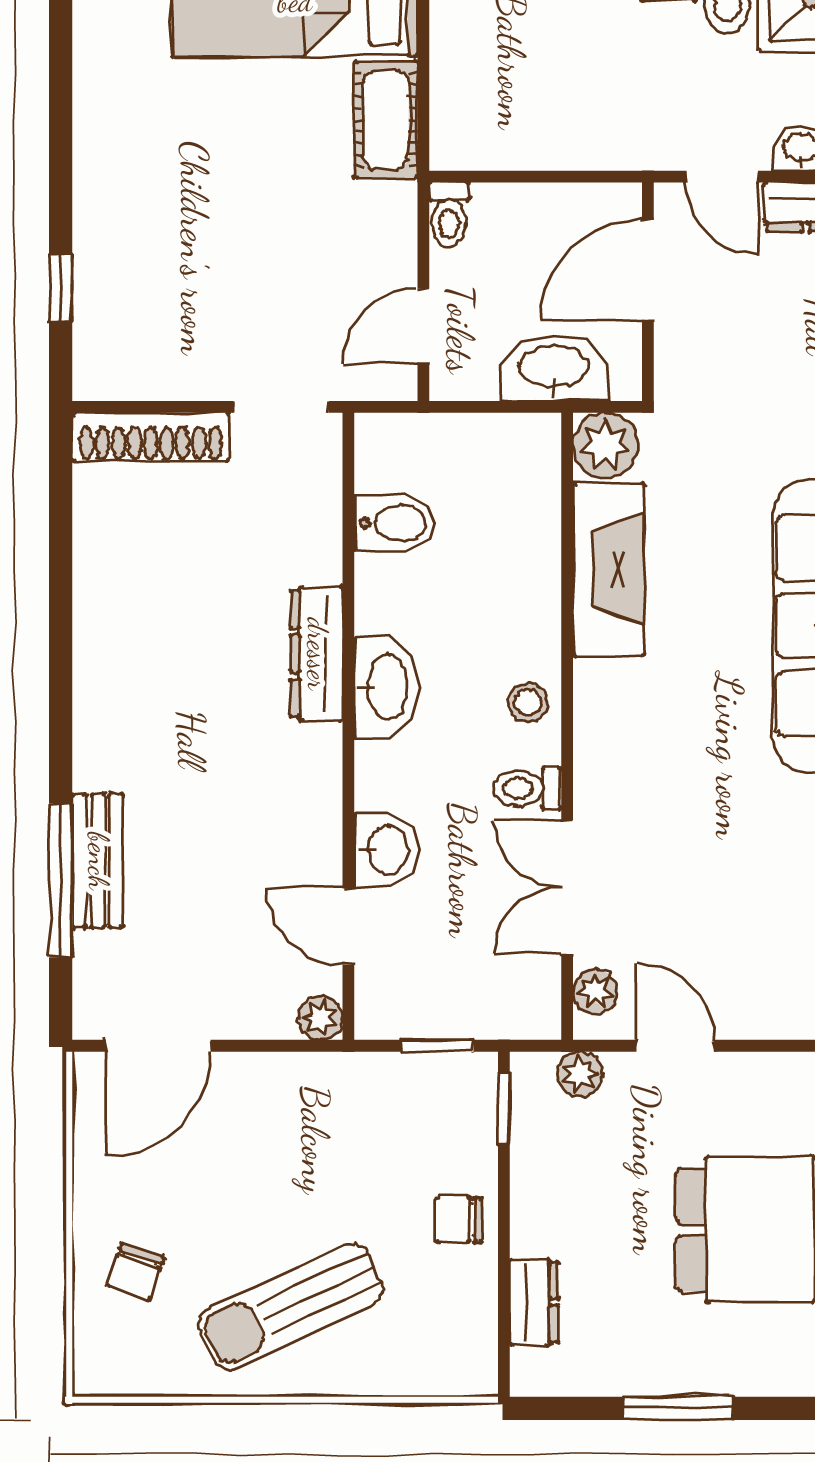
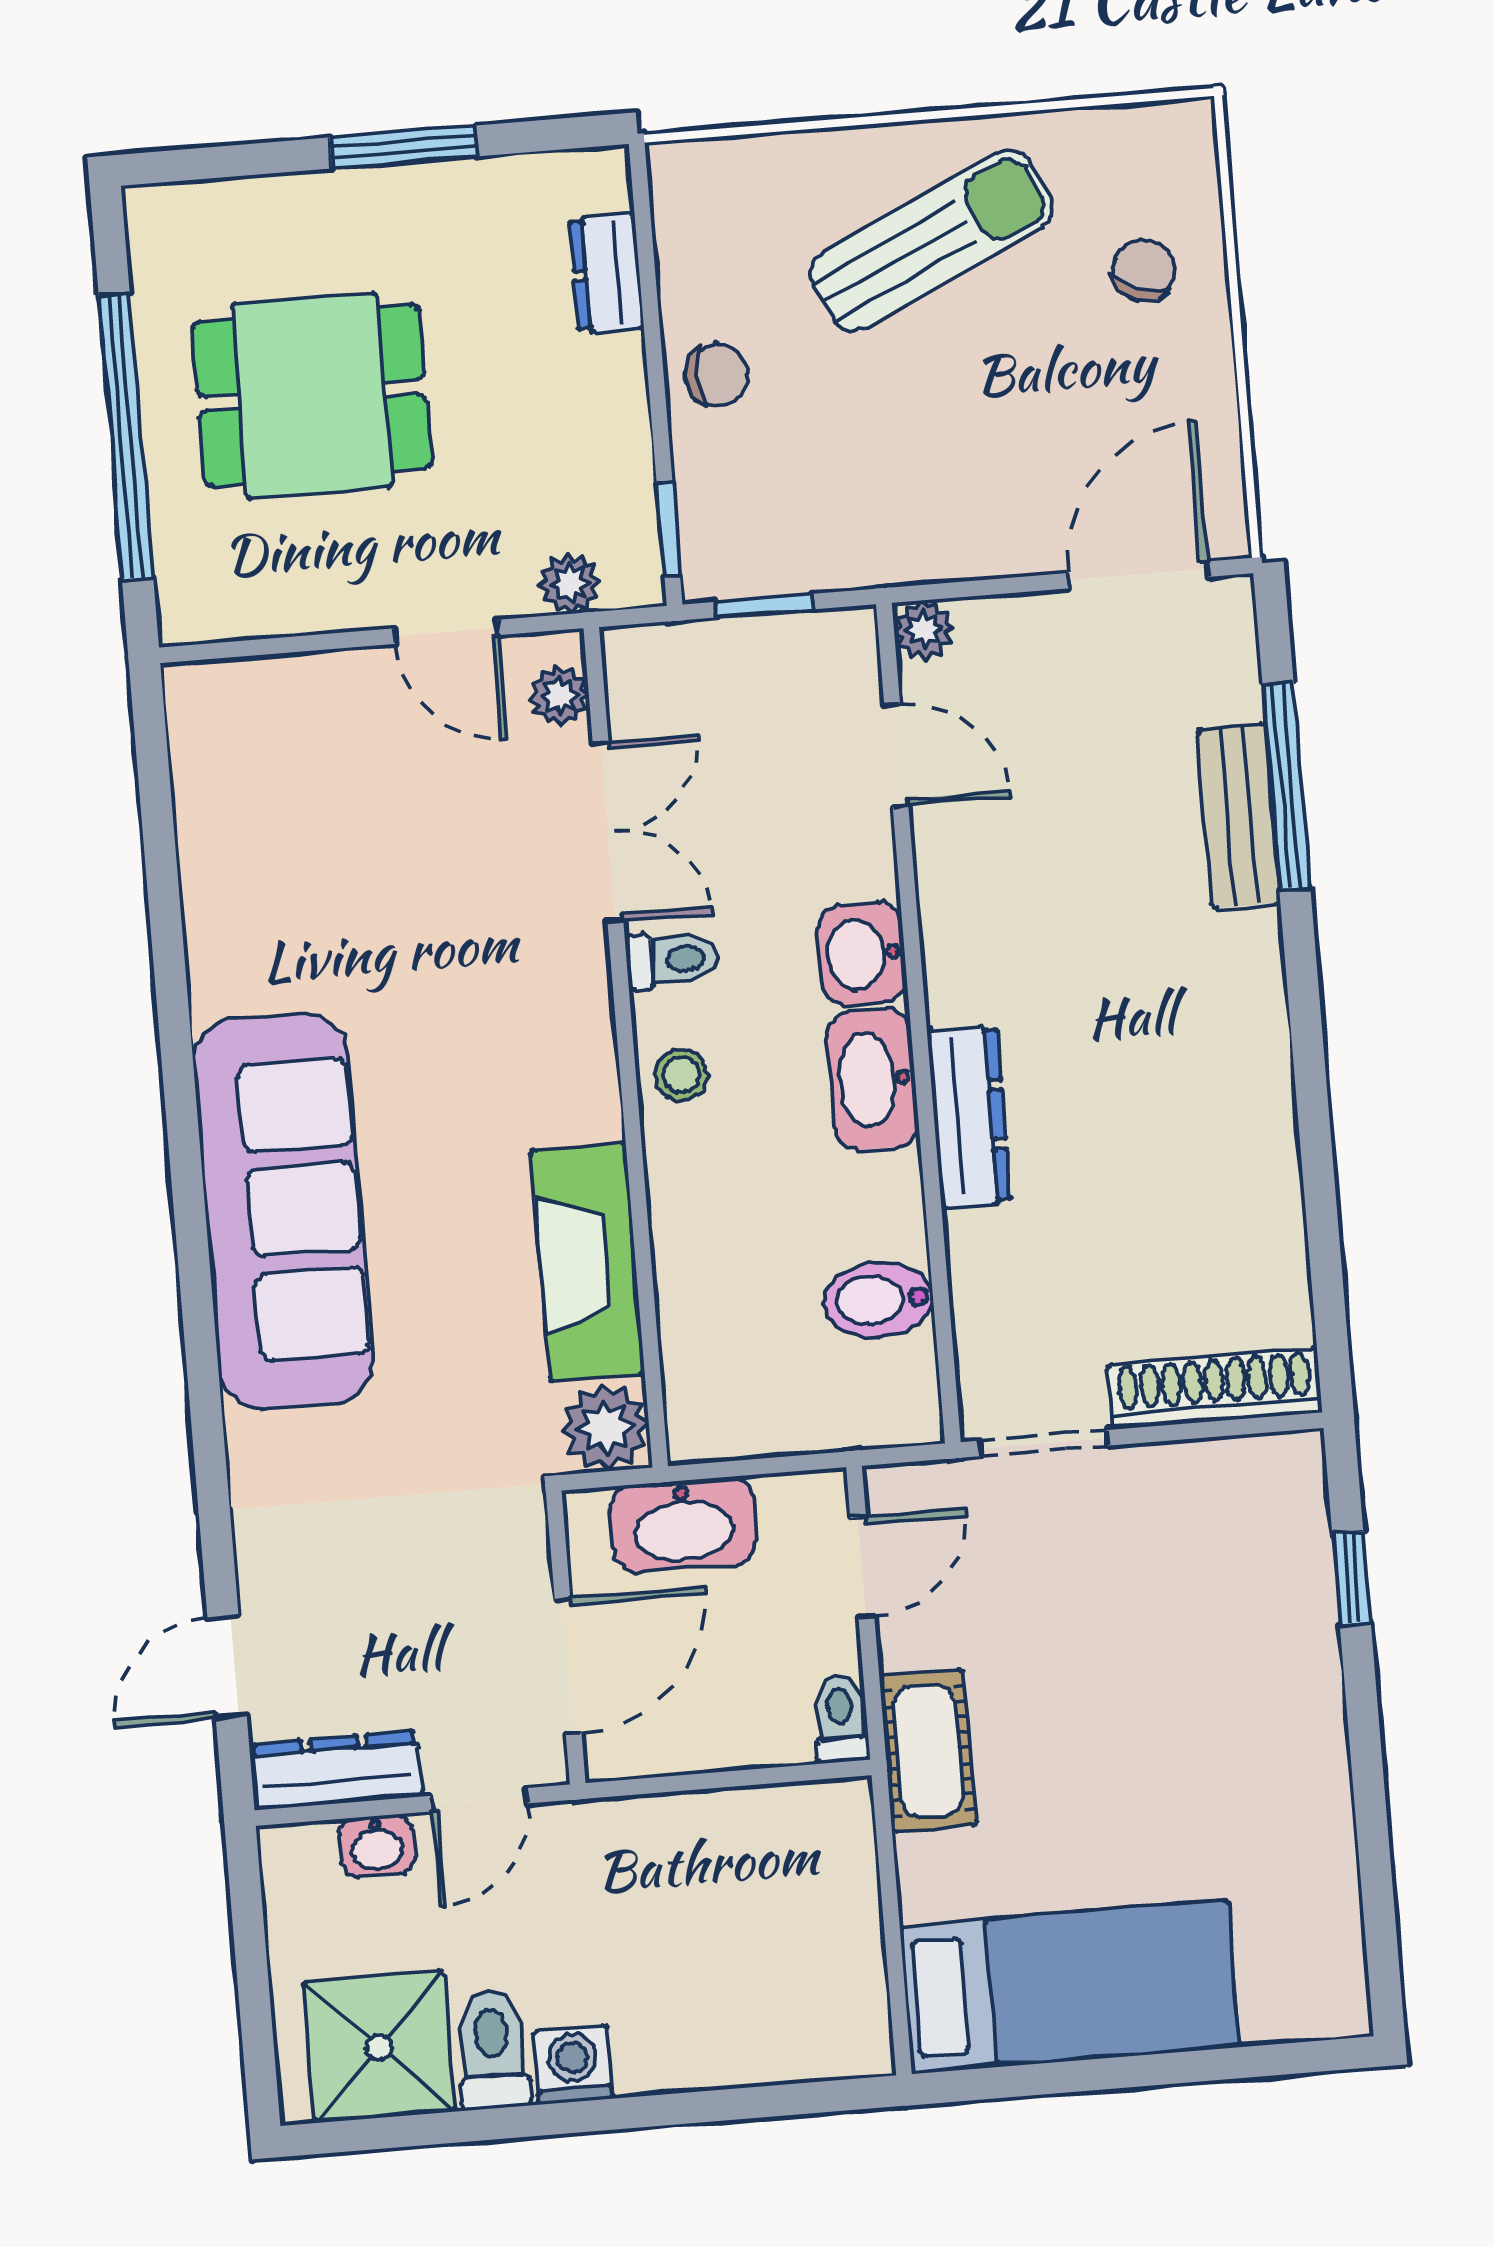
cot: (386, 120) -> (928, 1751), moved
door: (722, 177) -> (479, 1800), swing flipped
washbasin: (386, 850) -> (862, 954), moved

